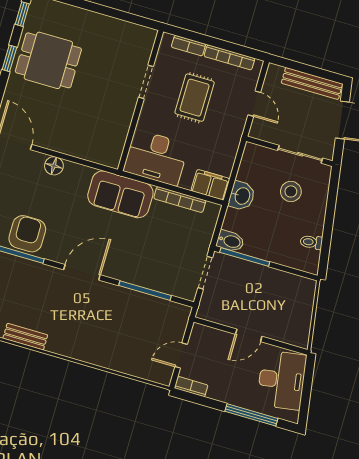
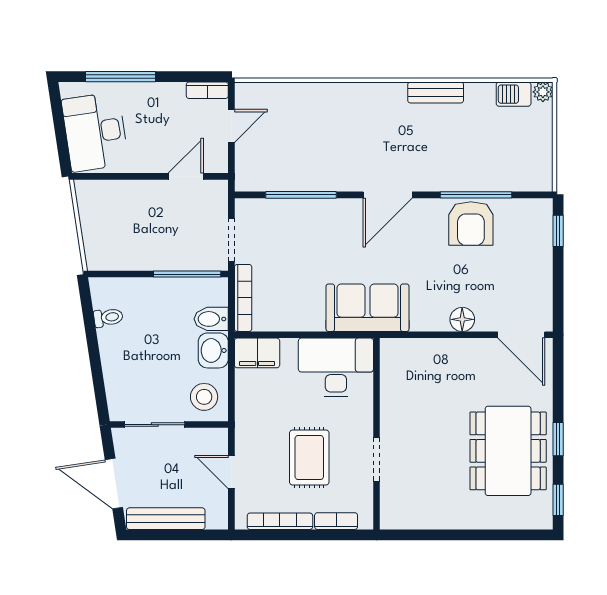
dining table: (48, 60) -> (508, 451), width x1.38
stool: (291, 191) -> (204, 397), moved
bookcase: (180, 200) -> (243, 298), moved, turned 90
bidet: (230, 241) -> (211, 319), moved
door: (249, 335) -> (186, 176), moved

